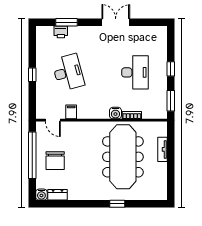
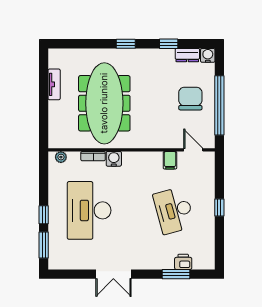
desk: (135, 72) -> (89, 210), width x1.36, depth x1.30
window: (171, 101) -> (44, 245), moved
plant: (157, 114) -> (61, 157), added
tv unit: (163, 149) -> (54, 84), moved
window: (72, 204) -> (169, 44), added
window: (117, 204) -> (126, 44), moved

